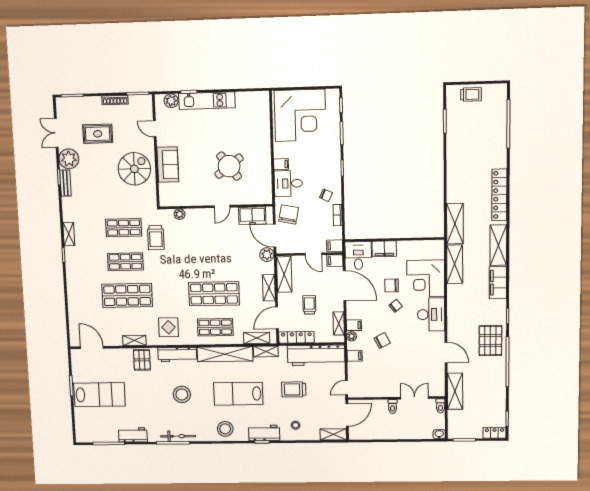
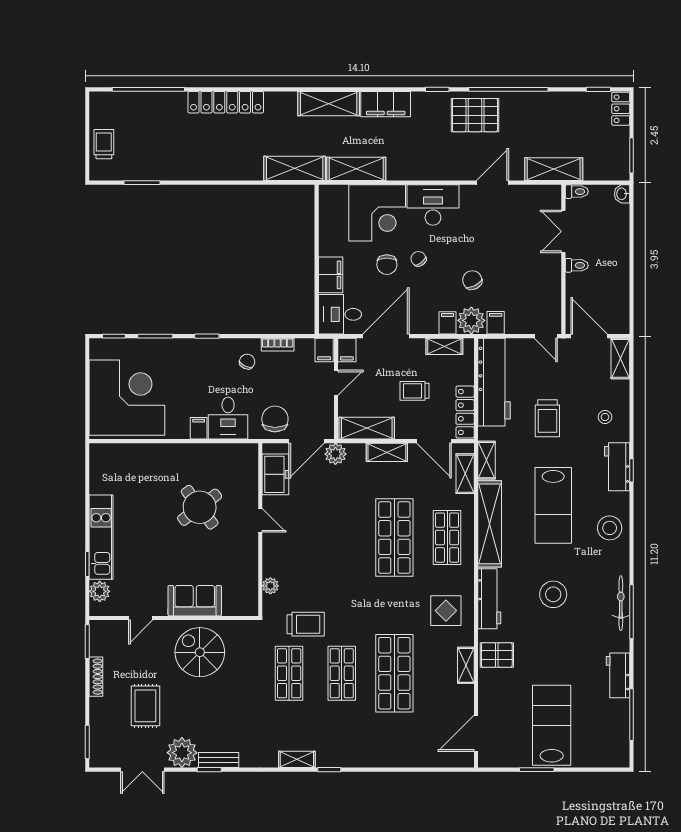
locker: (499, 195) -> (226, 102), moved
chair: (289, 214) -> (275, 419), turned 79
plant: (352, 336) -> (471, 320), width x1.87, depth x1.87

